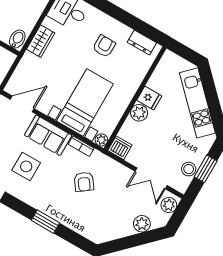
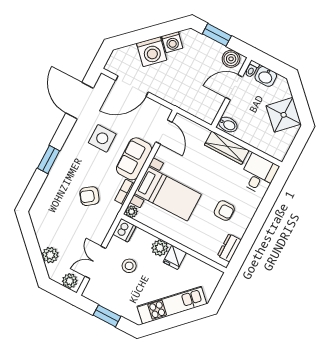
wardrobe: (41, 41) -> (227, 148), width x1.50
stool: (189, 169) -> (129, 266), moved

